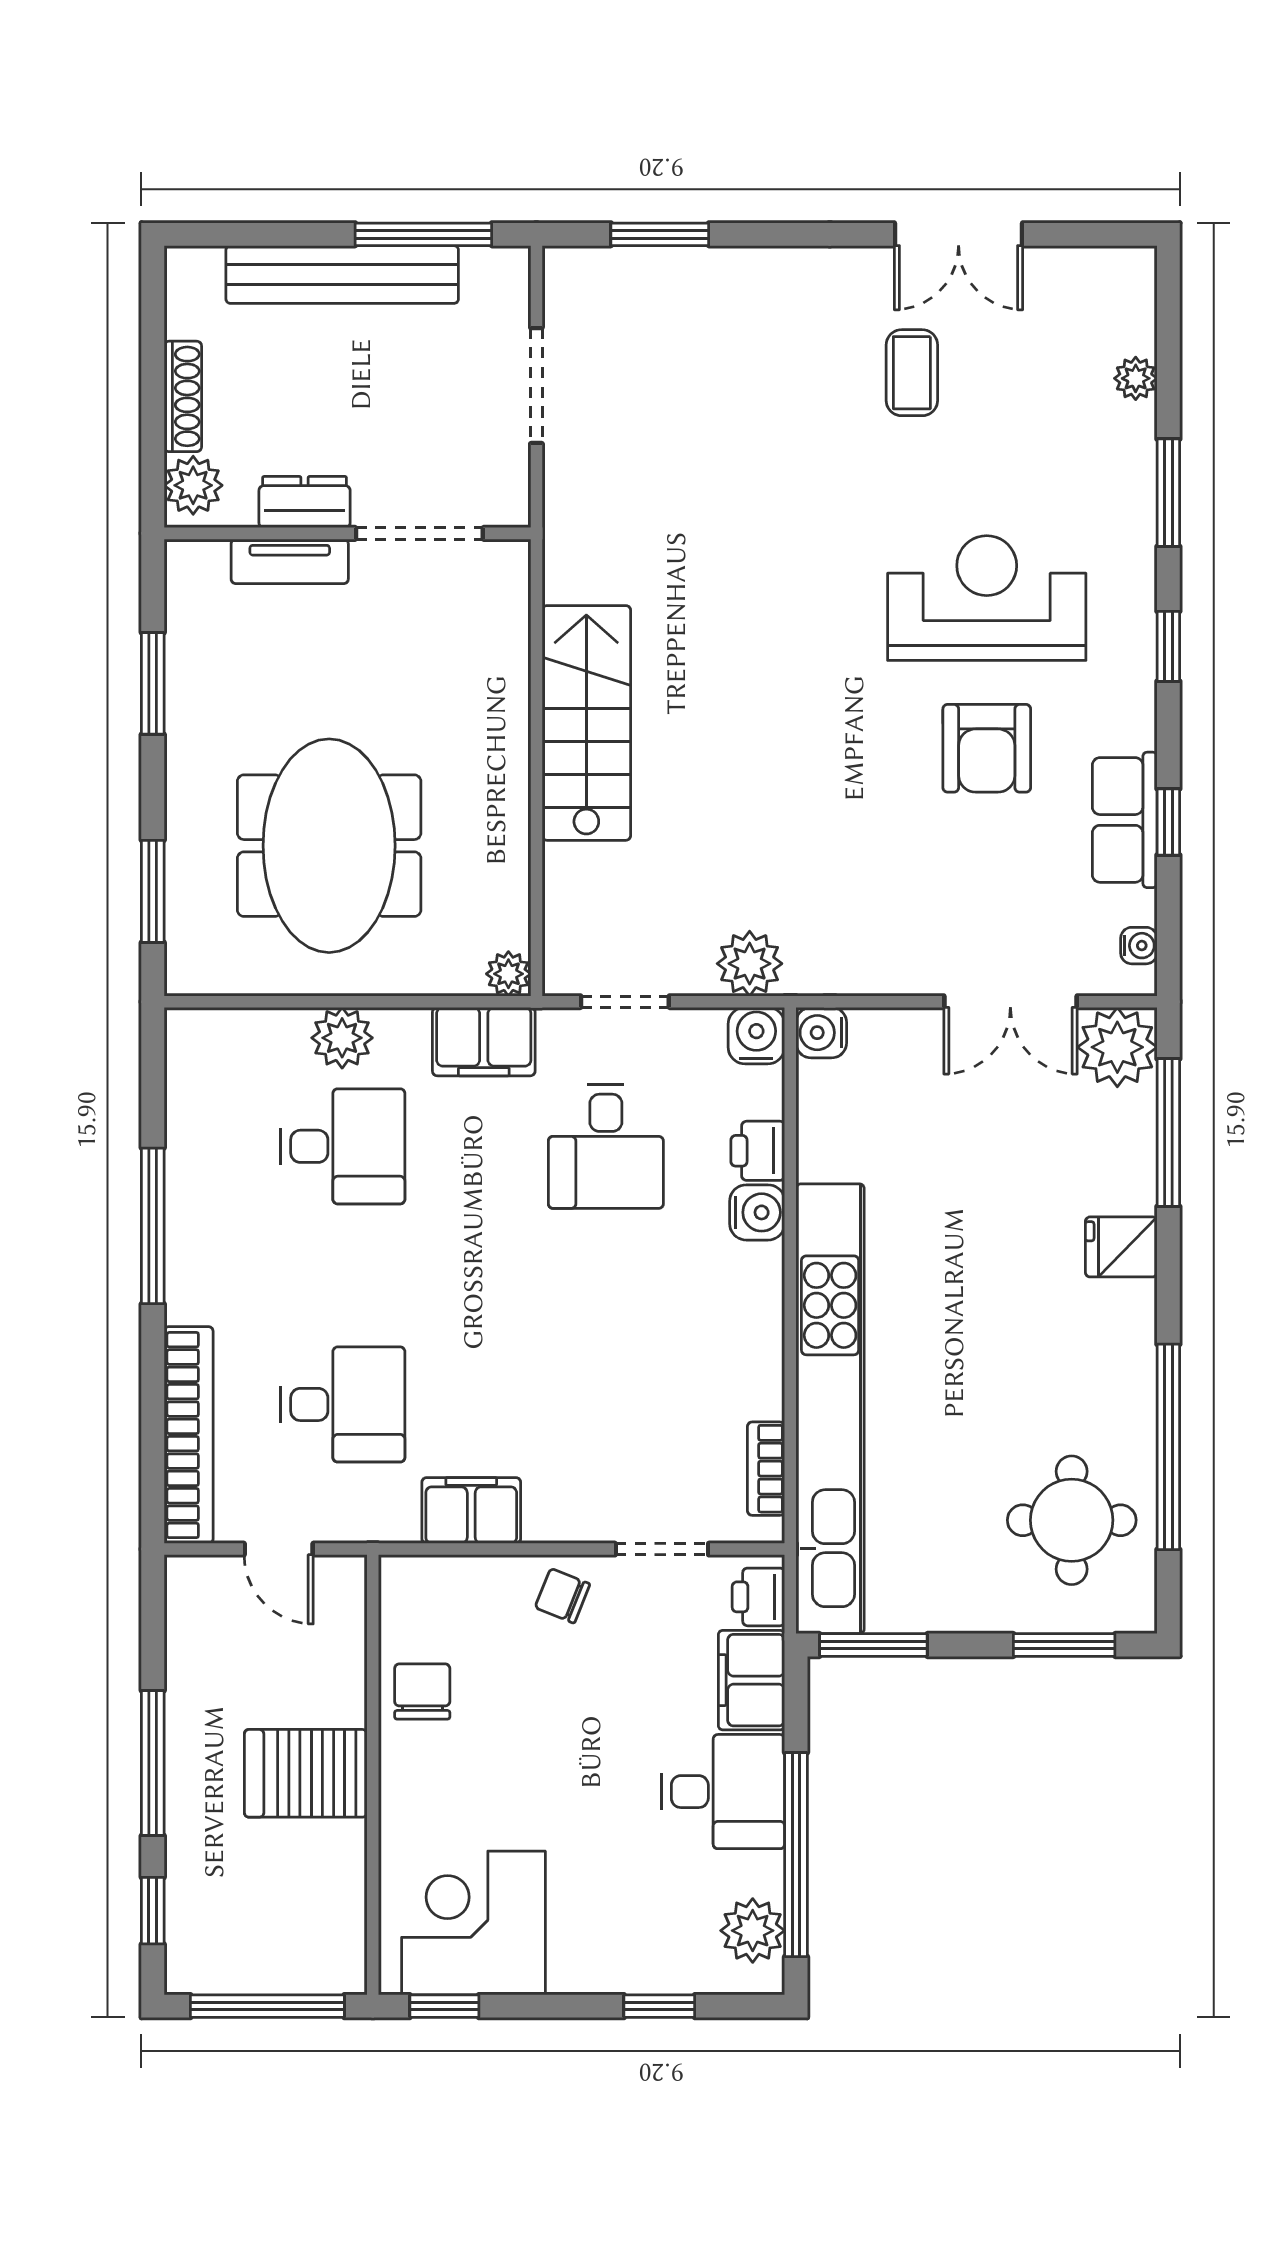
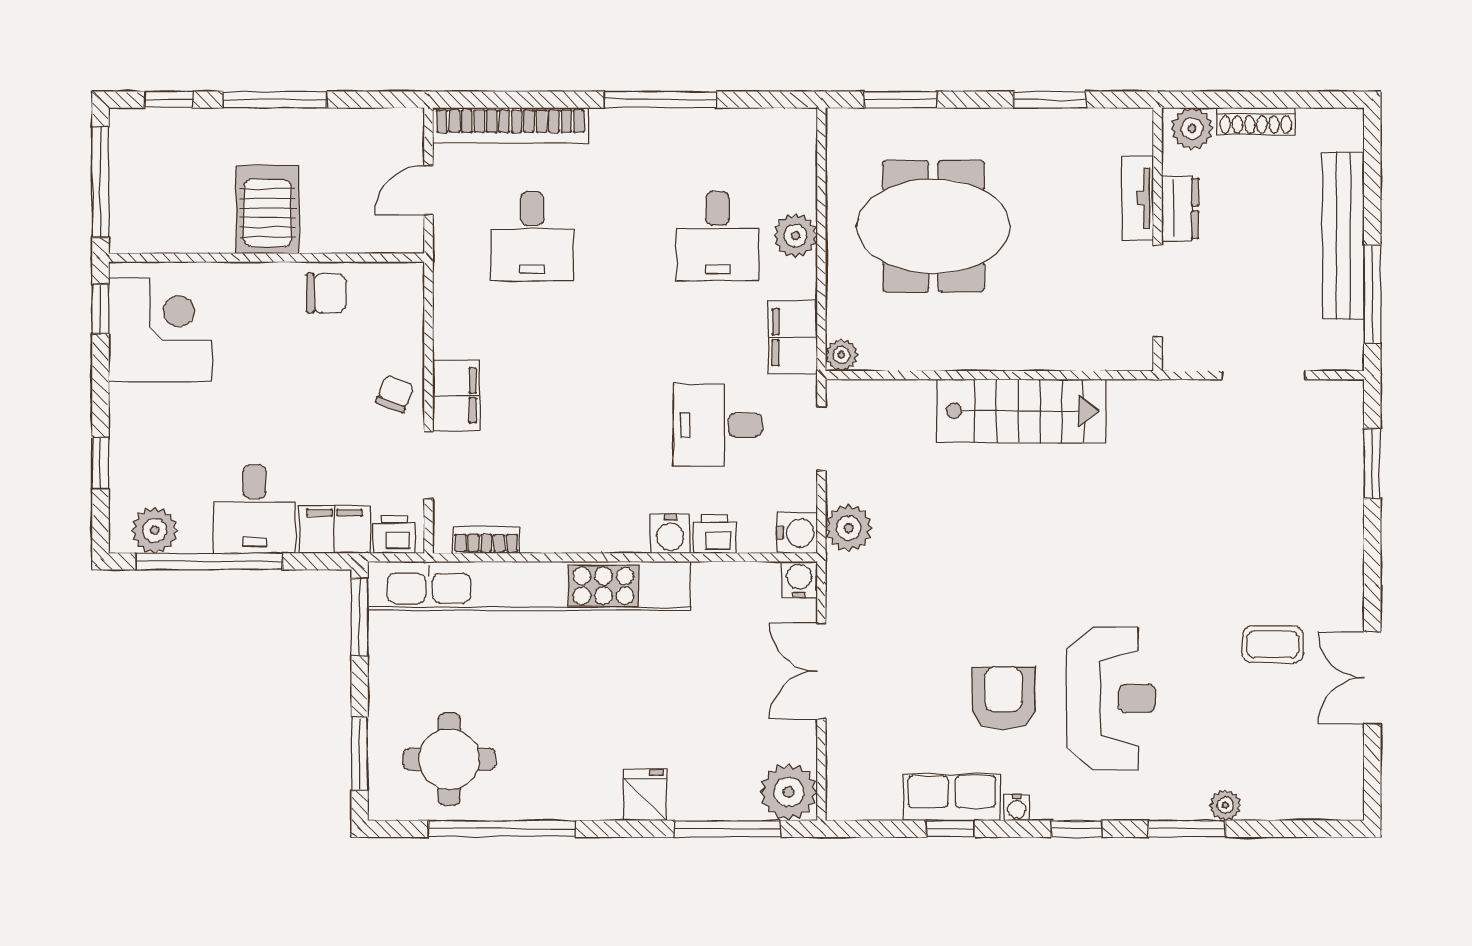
plant: (1136, 378) -> (1225, 805), moved
armchair: (987, 748) -> (1003, 698), turned 90
water cooler: (1139, 946) -> (1017, 808), moved
double door: (1010, 1002) -> (821, 671), moved
filing cabinet: (471, 1510) -> (456, 395), moved

